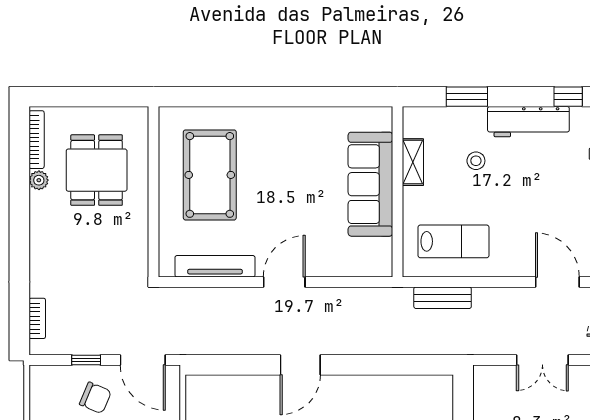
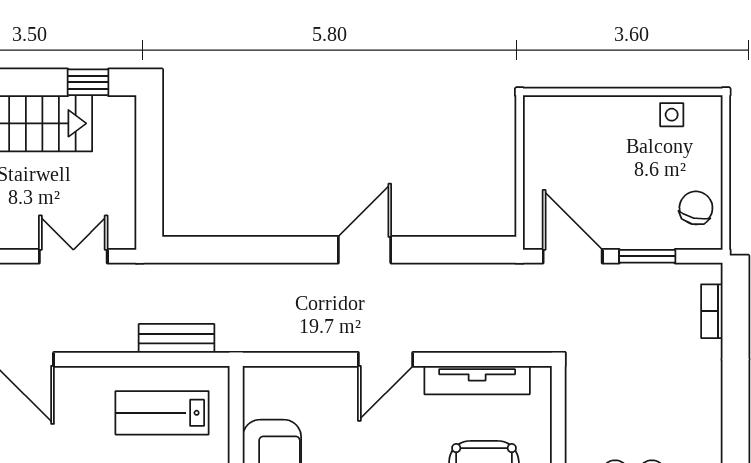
window: (86, 360) -> (647, 256), width x1.50
double door: (542, 360) -> (73, 256), moved
chair: (95, 398) -> (696, 208), moved, turned 80

